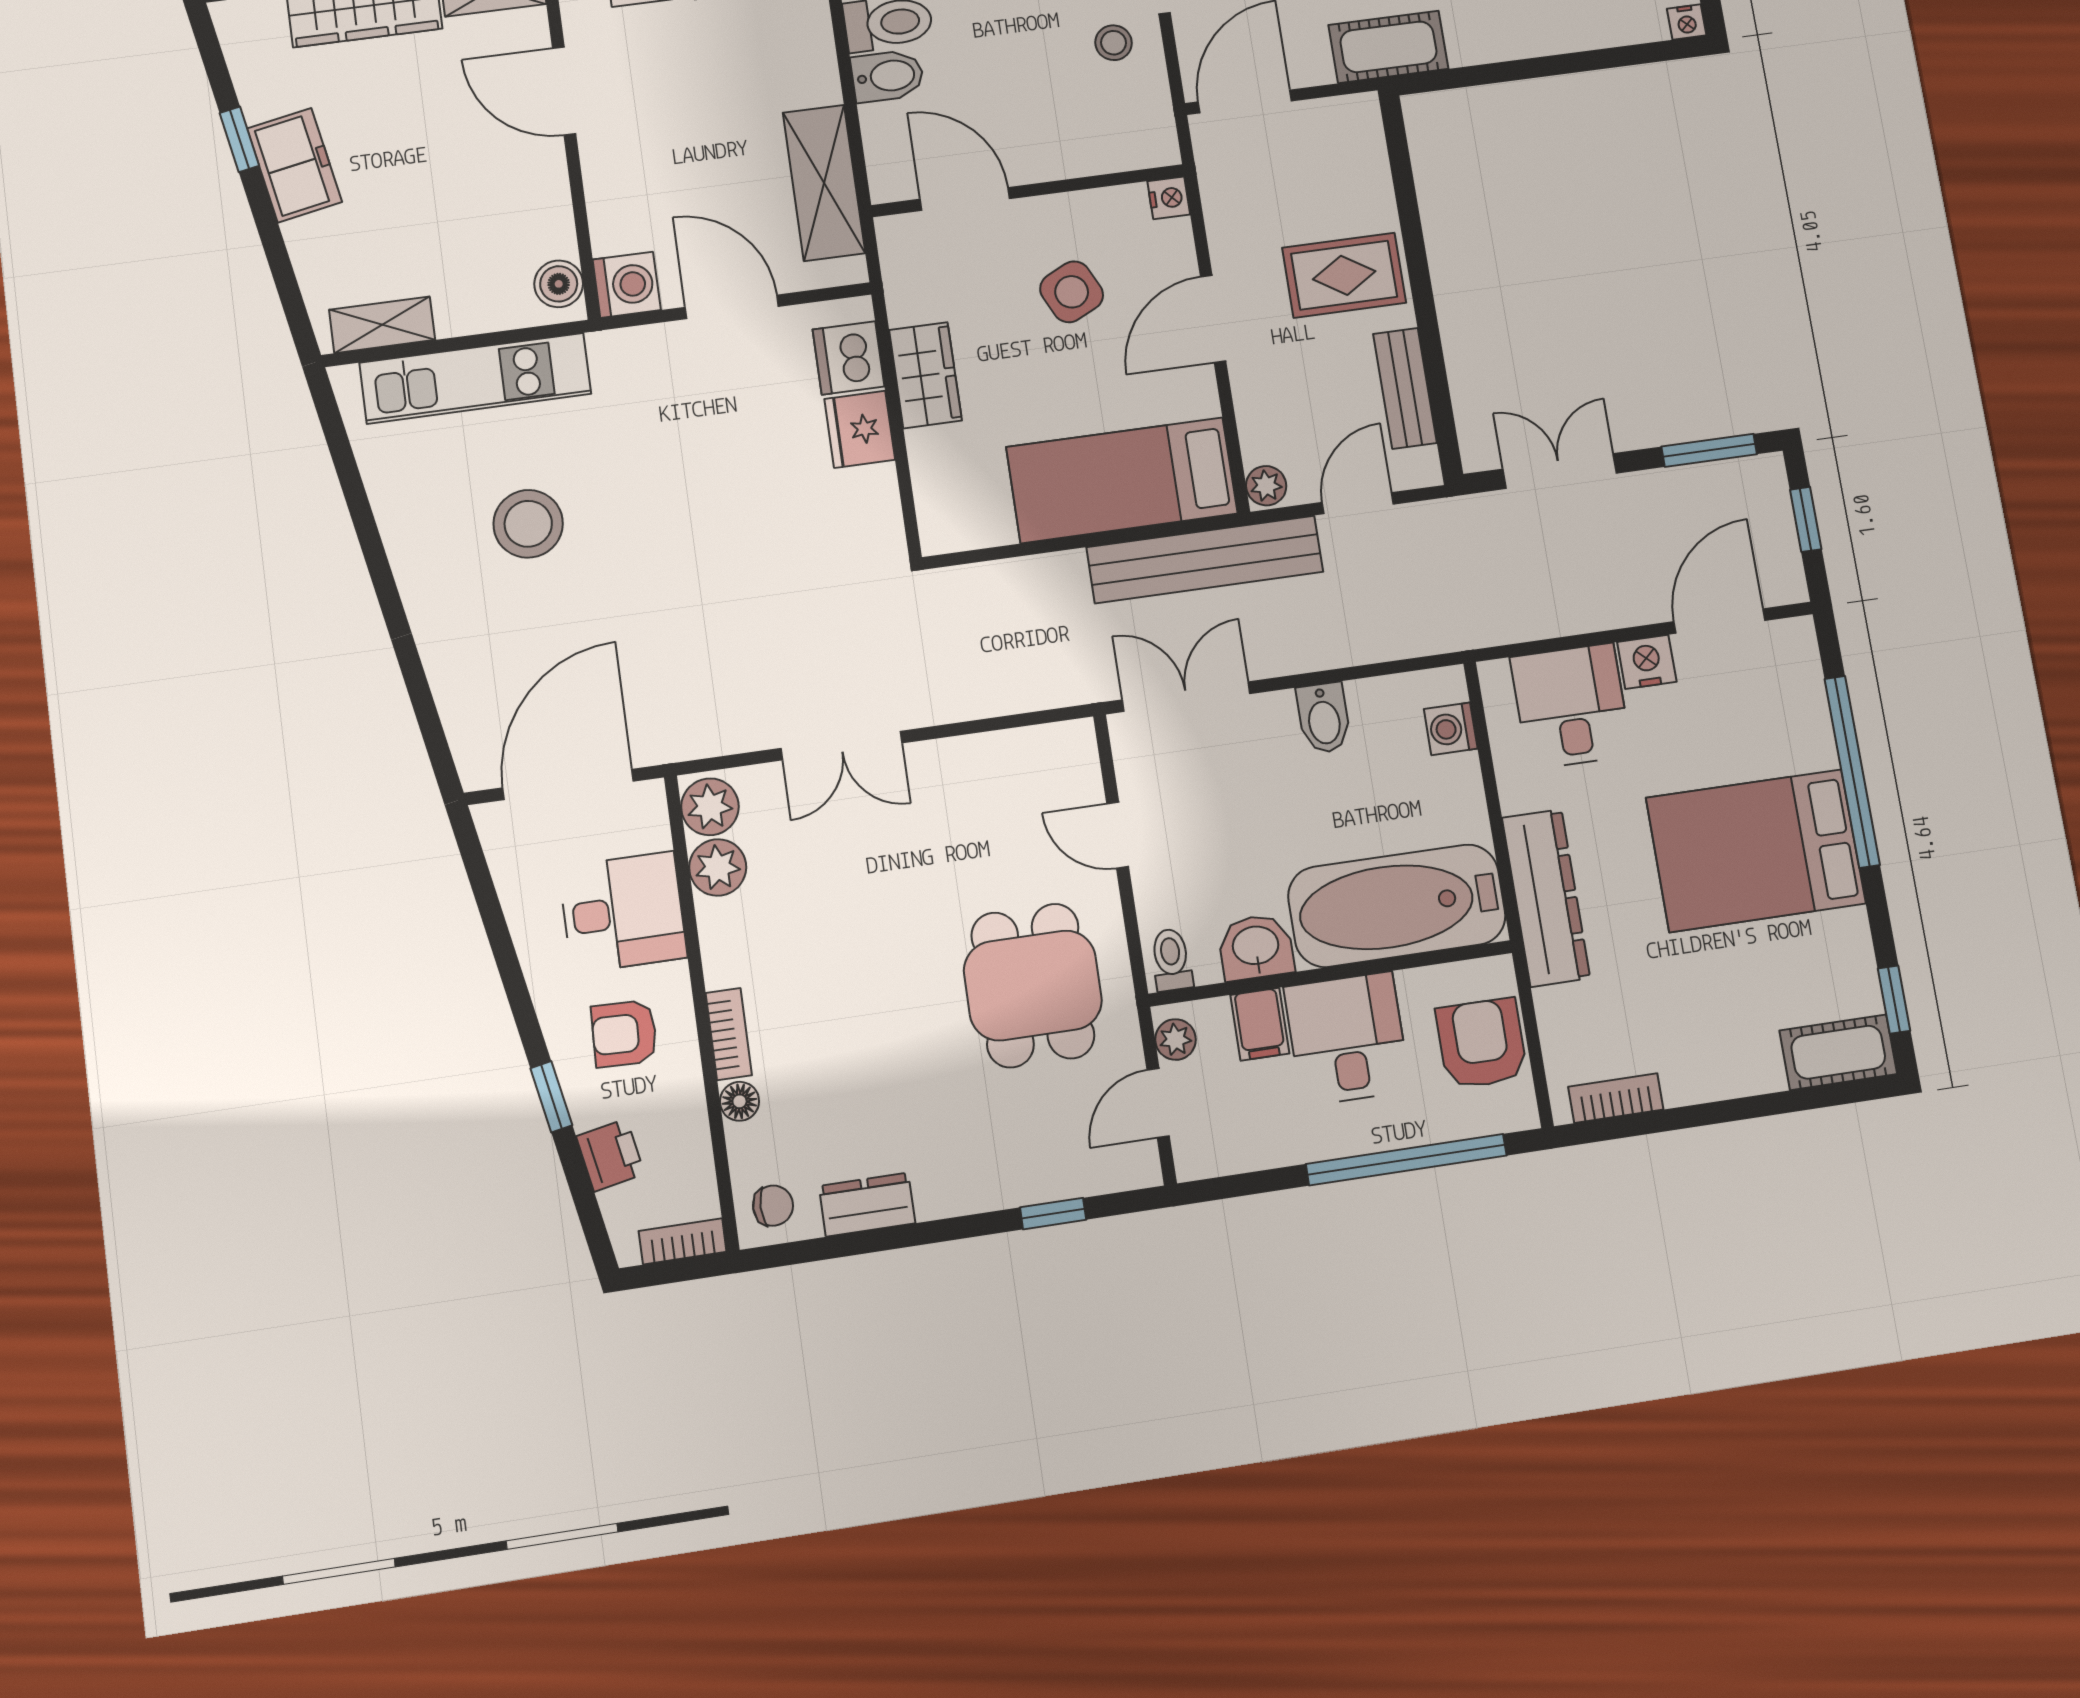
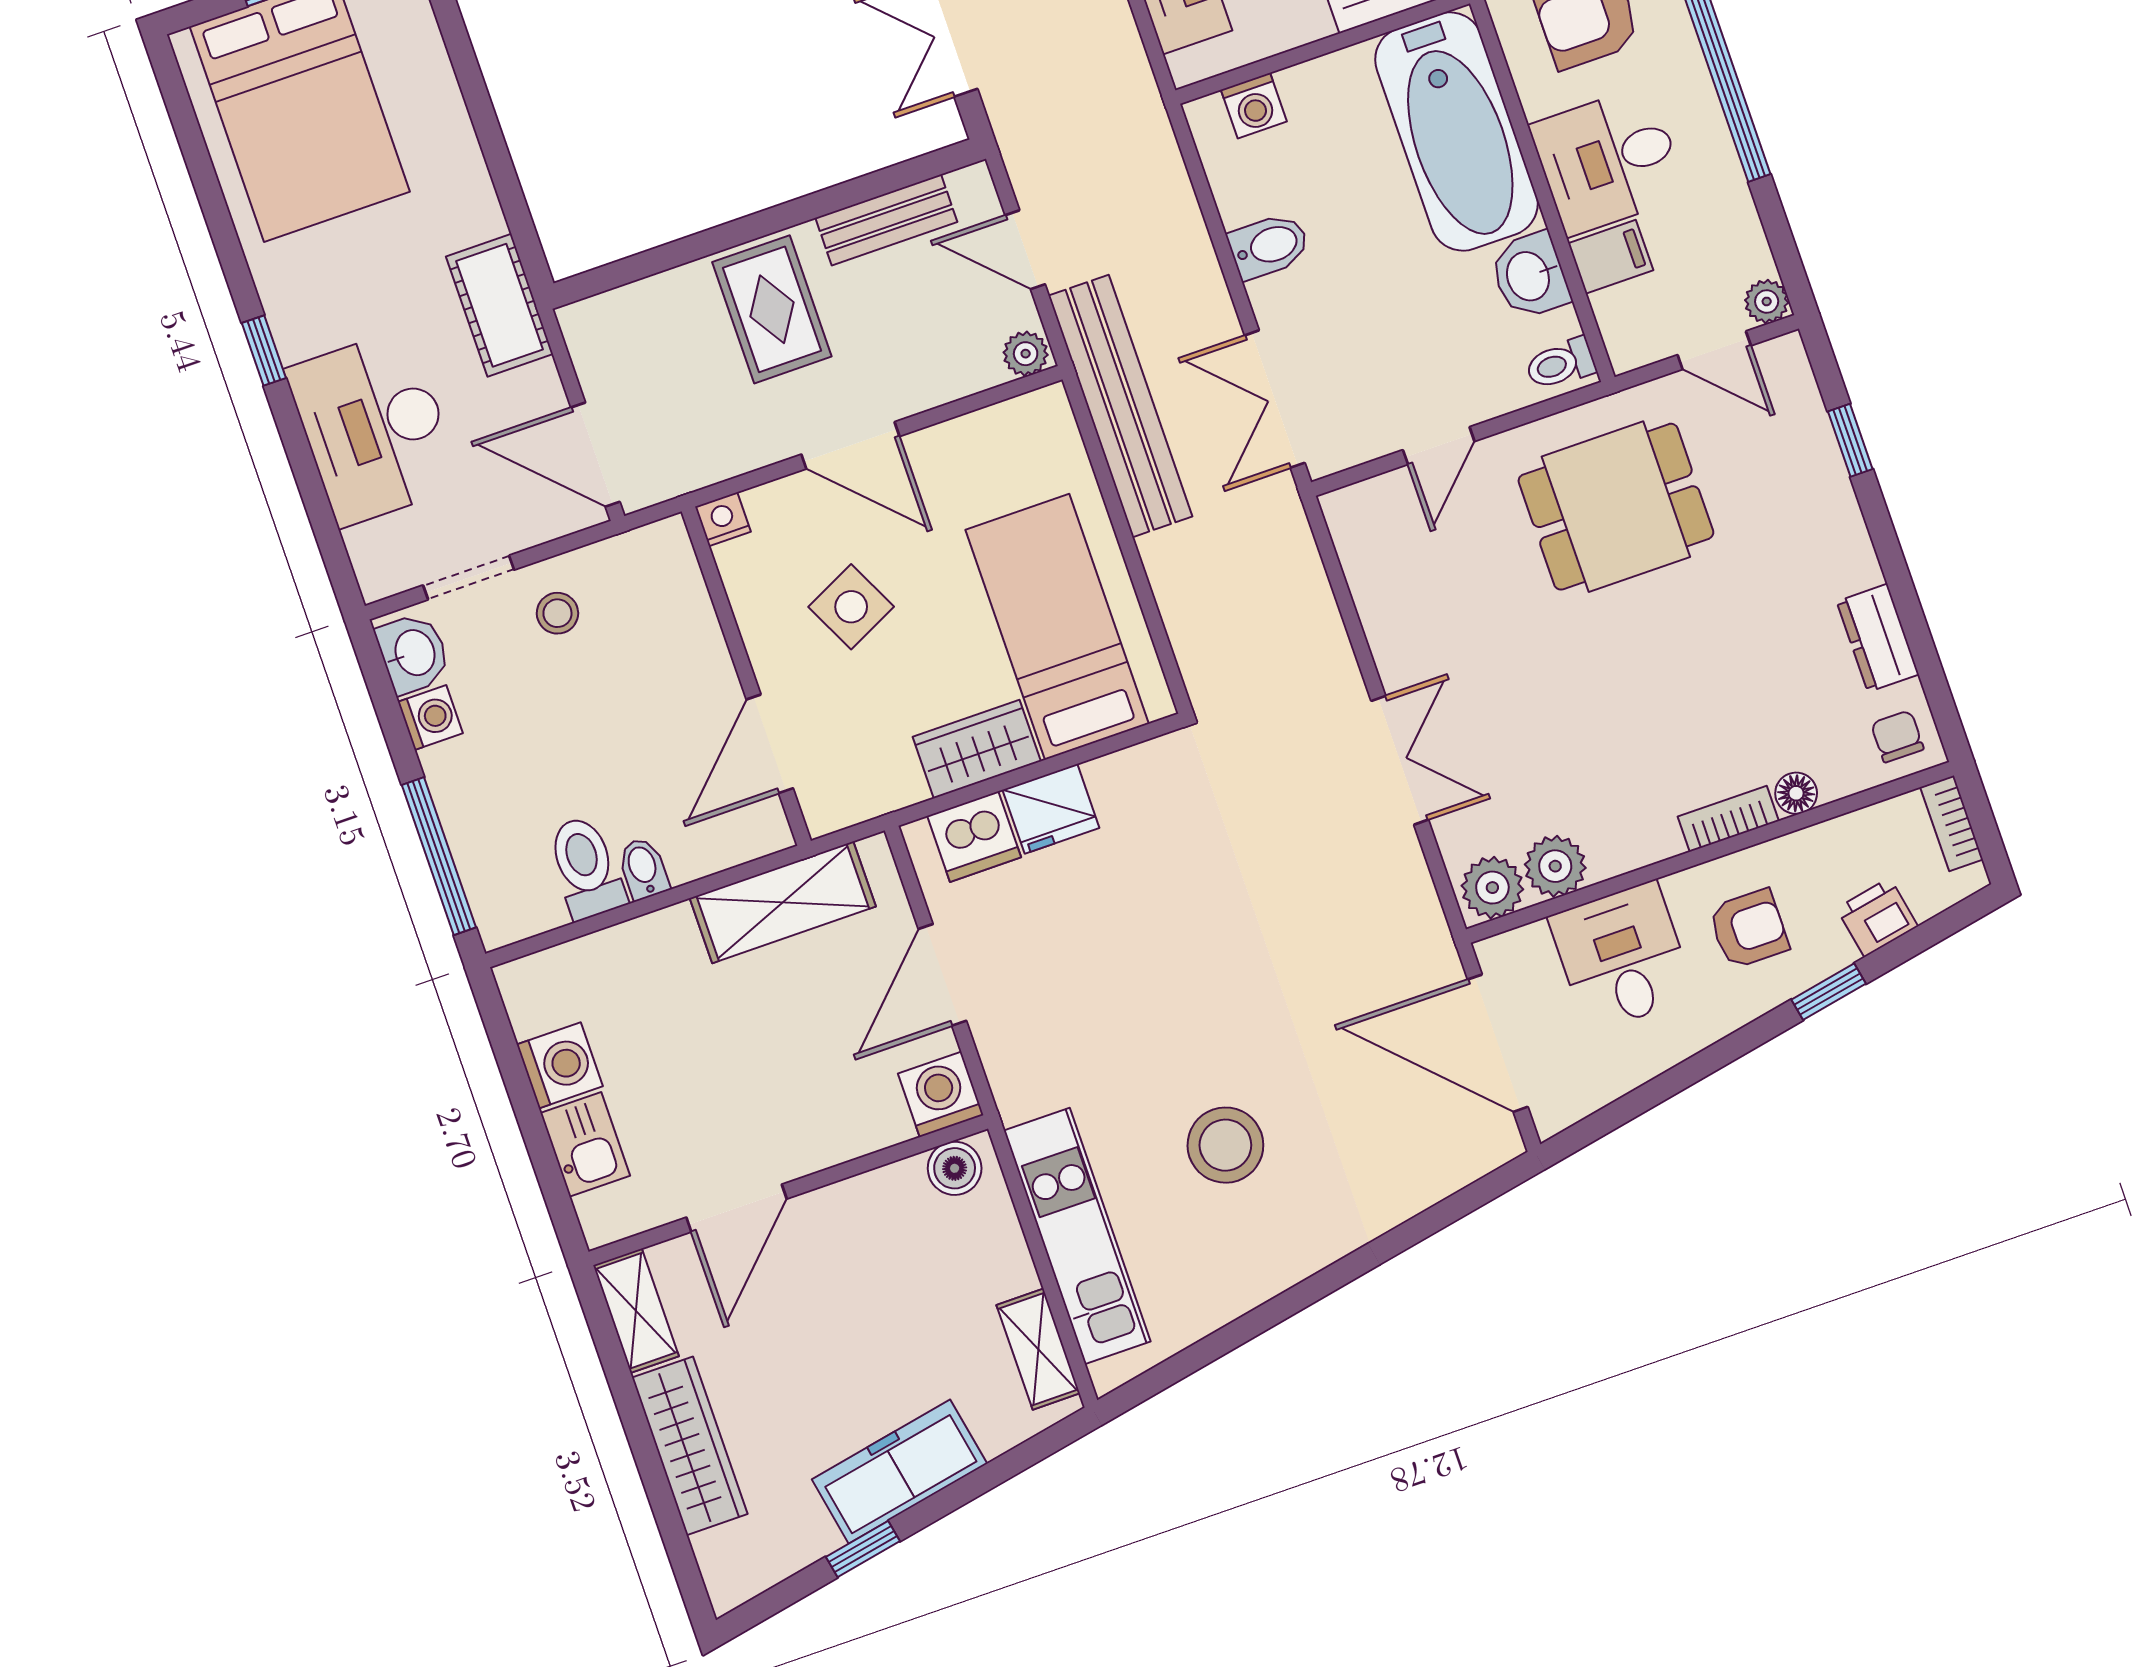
bidet: (888, 76) -> (643, 869), width x0.72, depth x0.74
freezer: (295, 165) -> (899, 1472), width x1.40
bed: (1122, 480) -> (1057, 627), moved, turned 180
armchair: (624, 1034) -> (1749, 929), turned -92
plant: (1176, 1039) -> (1767, 301), moved

